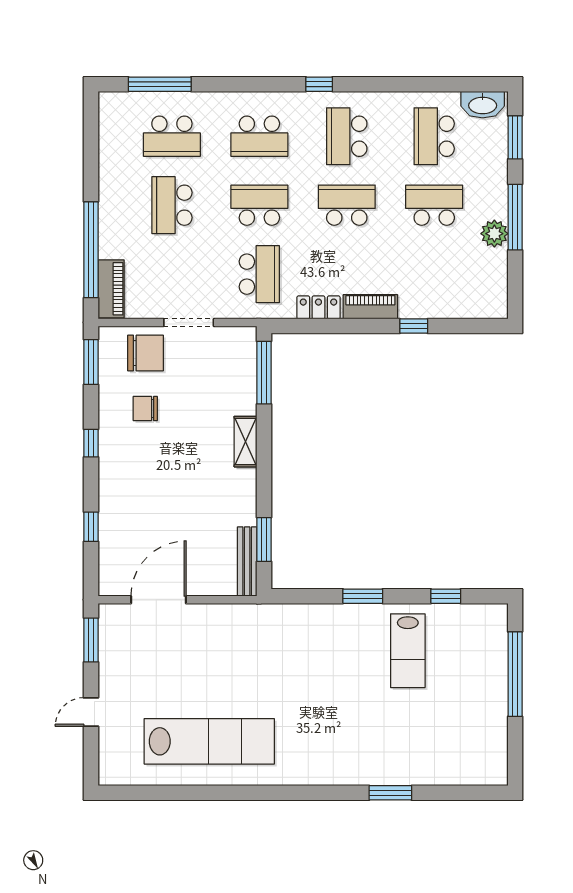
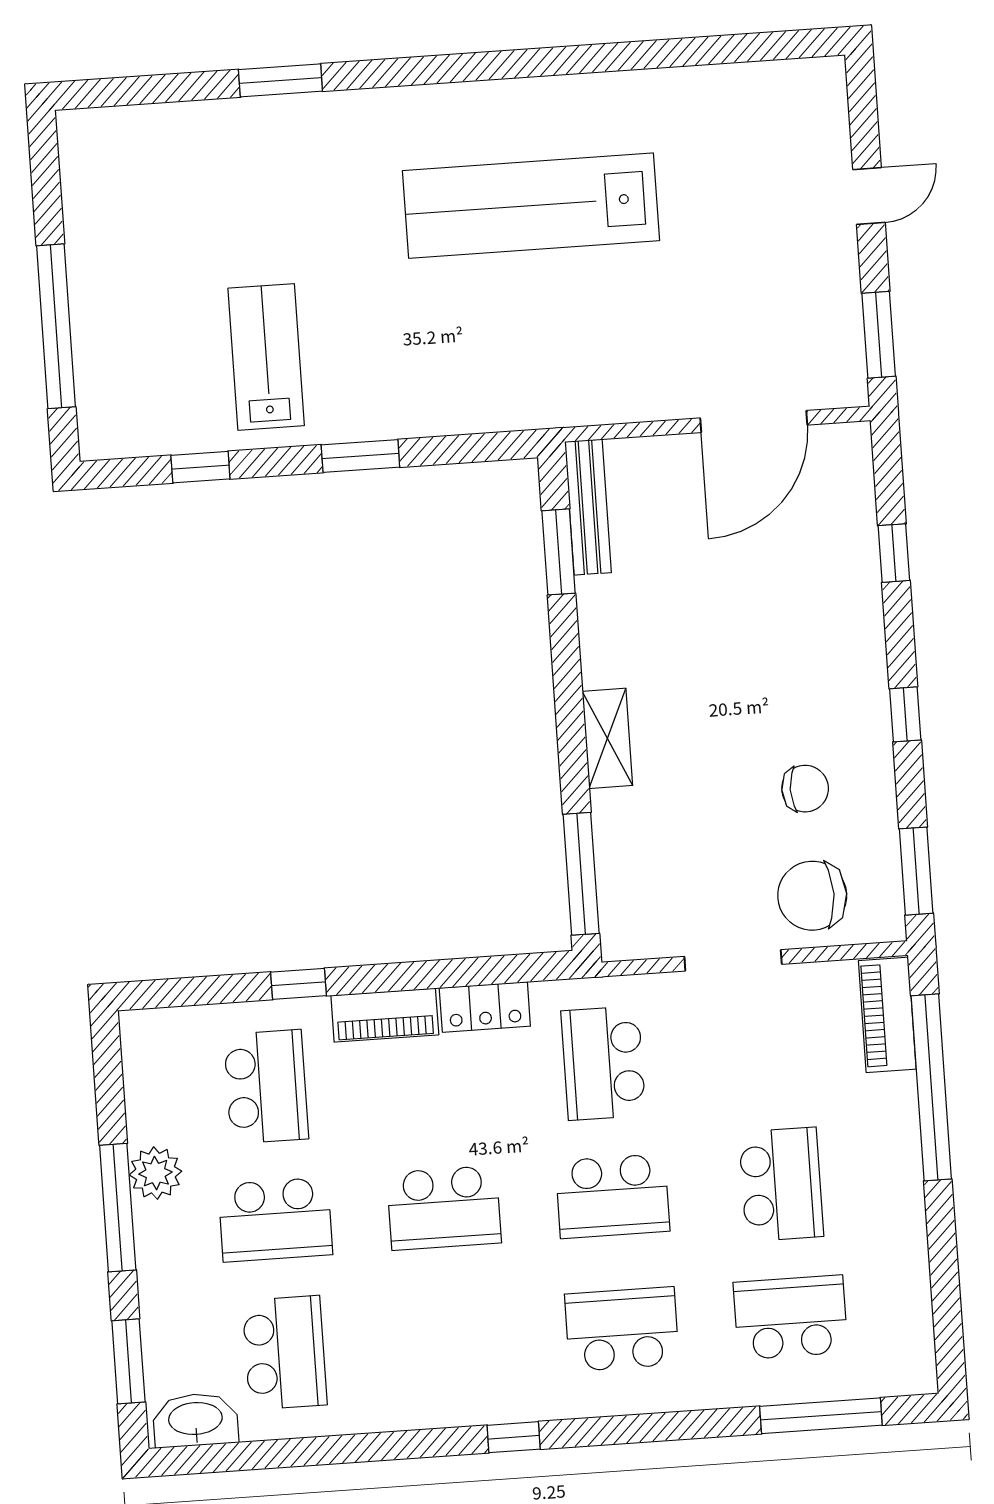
school desk: (347, 136) -> (266, 1087), moved
lab bench: (209, 741) -> (531, 206), moved

